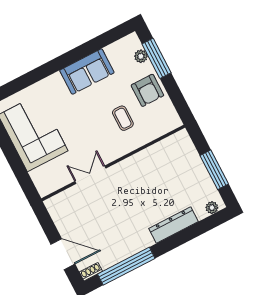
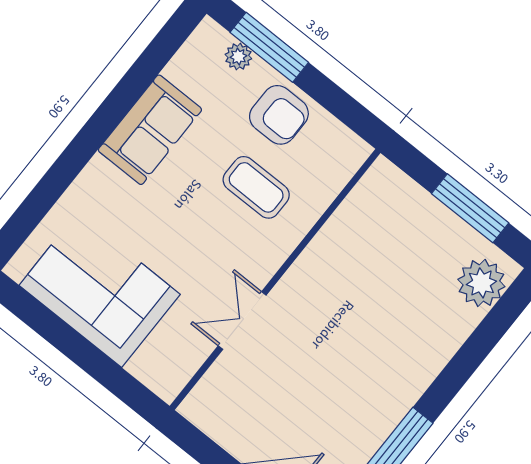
coffee table: (123, 118) -> (256, 187), width x1.36, depth x1.30
plant: (212, 208) -> (481, 283), width x1.88, depth x1.88
dresser: (174, 225) -> (440, 346), removed

